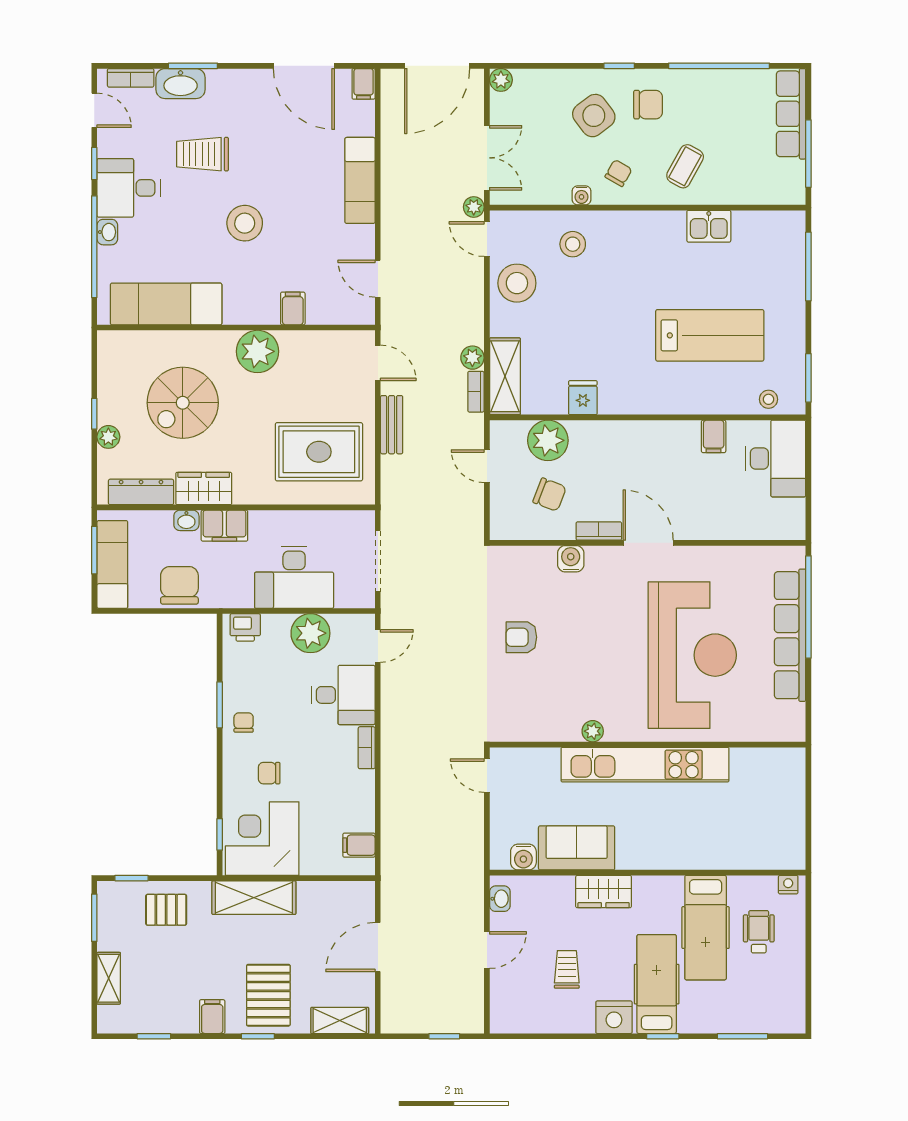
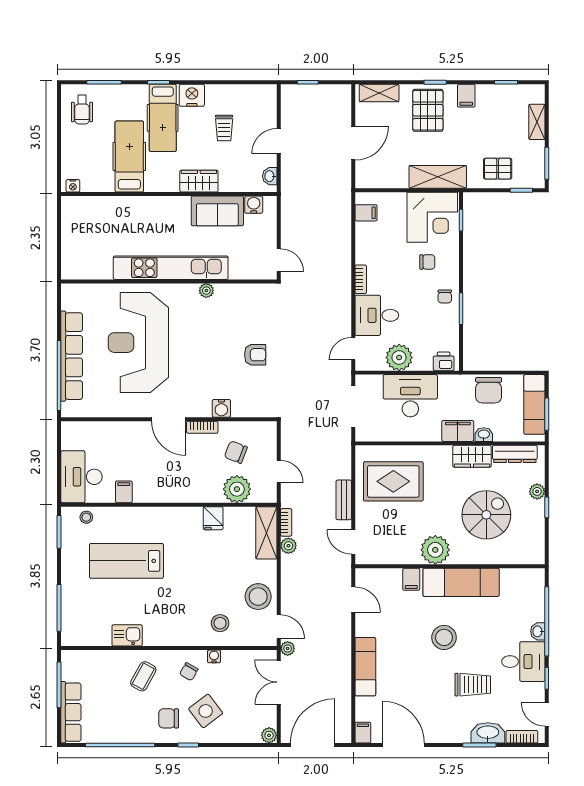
exam couch: (166, 304) -> (461, 582), moved
wheelchair: (759, 932) -> (82, 110), moved

